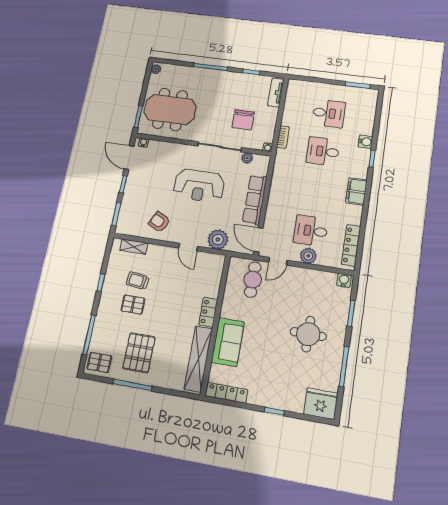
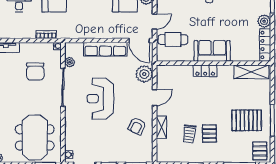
chair: (243, 120) -> (35, 71), turned 90
reception desk: (199, 186) -> (100, 99), turned 180
door: (258, 240) -> (139, 41), hinge flipped
shelving: (134, 247) -> (161, 127), moved
door: (278, 261) -> (155, 22), hinge flipped
sofa: (228, 342) -> (212, 51), moved
shelving: (198, 359) -> (251, 72), width x0.68
plant: (256, 397) -> (264, 21), added

